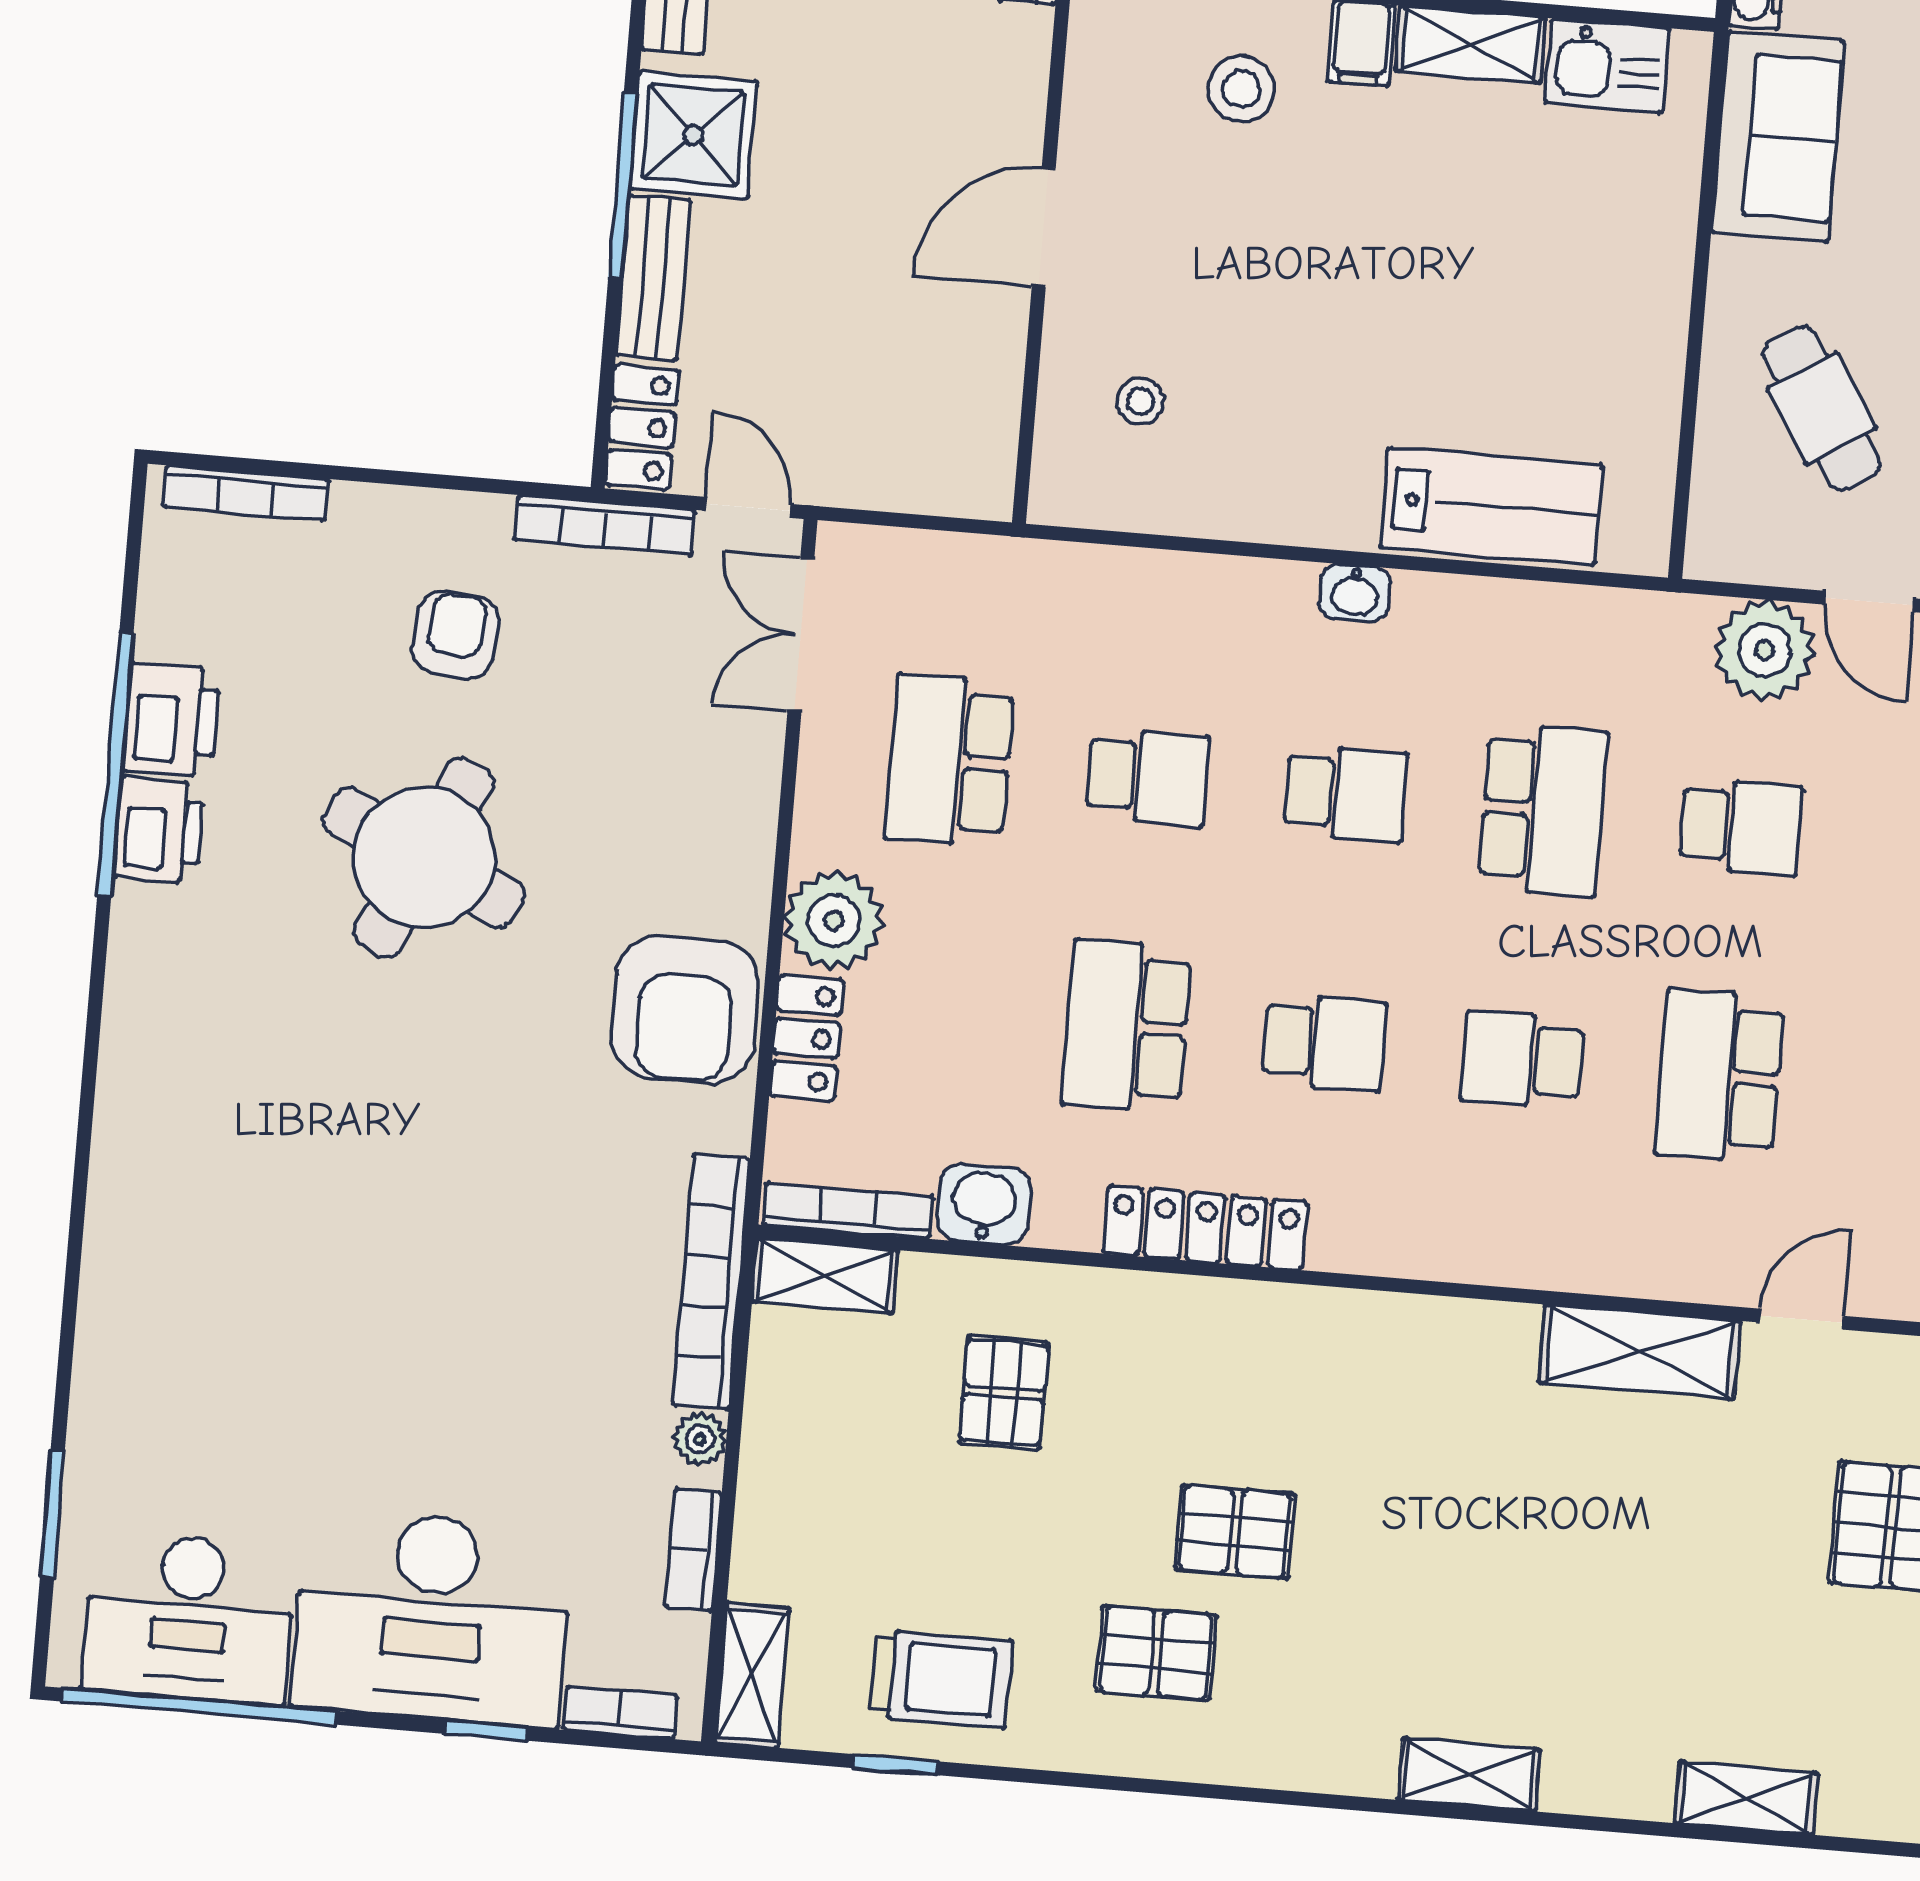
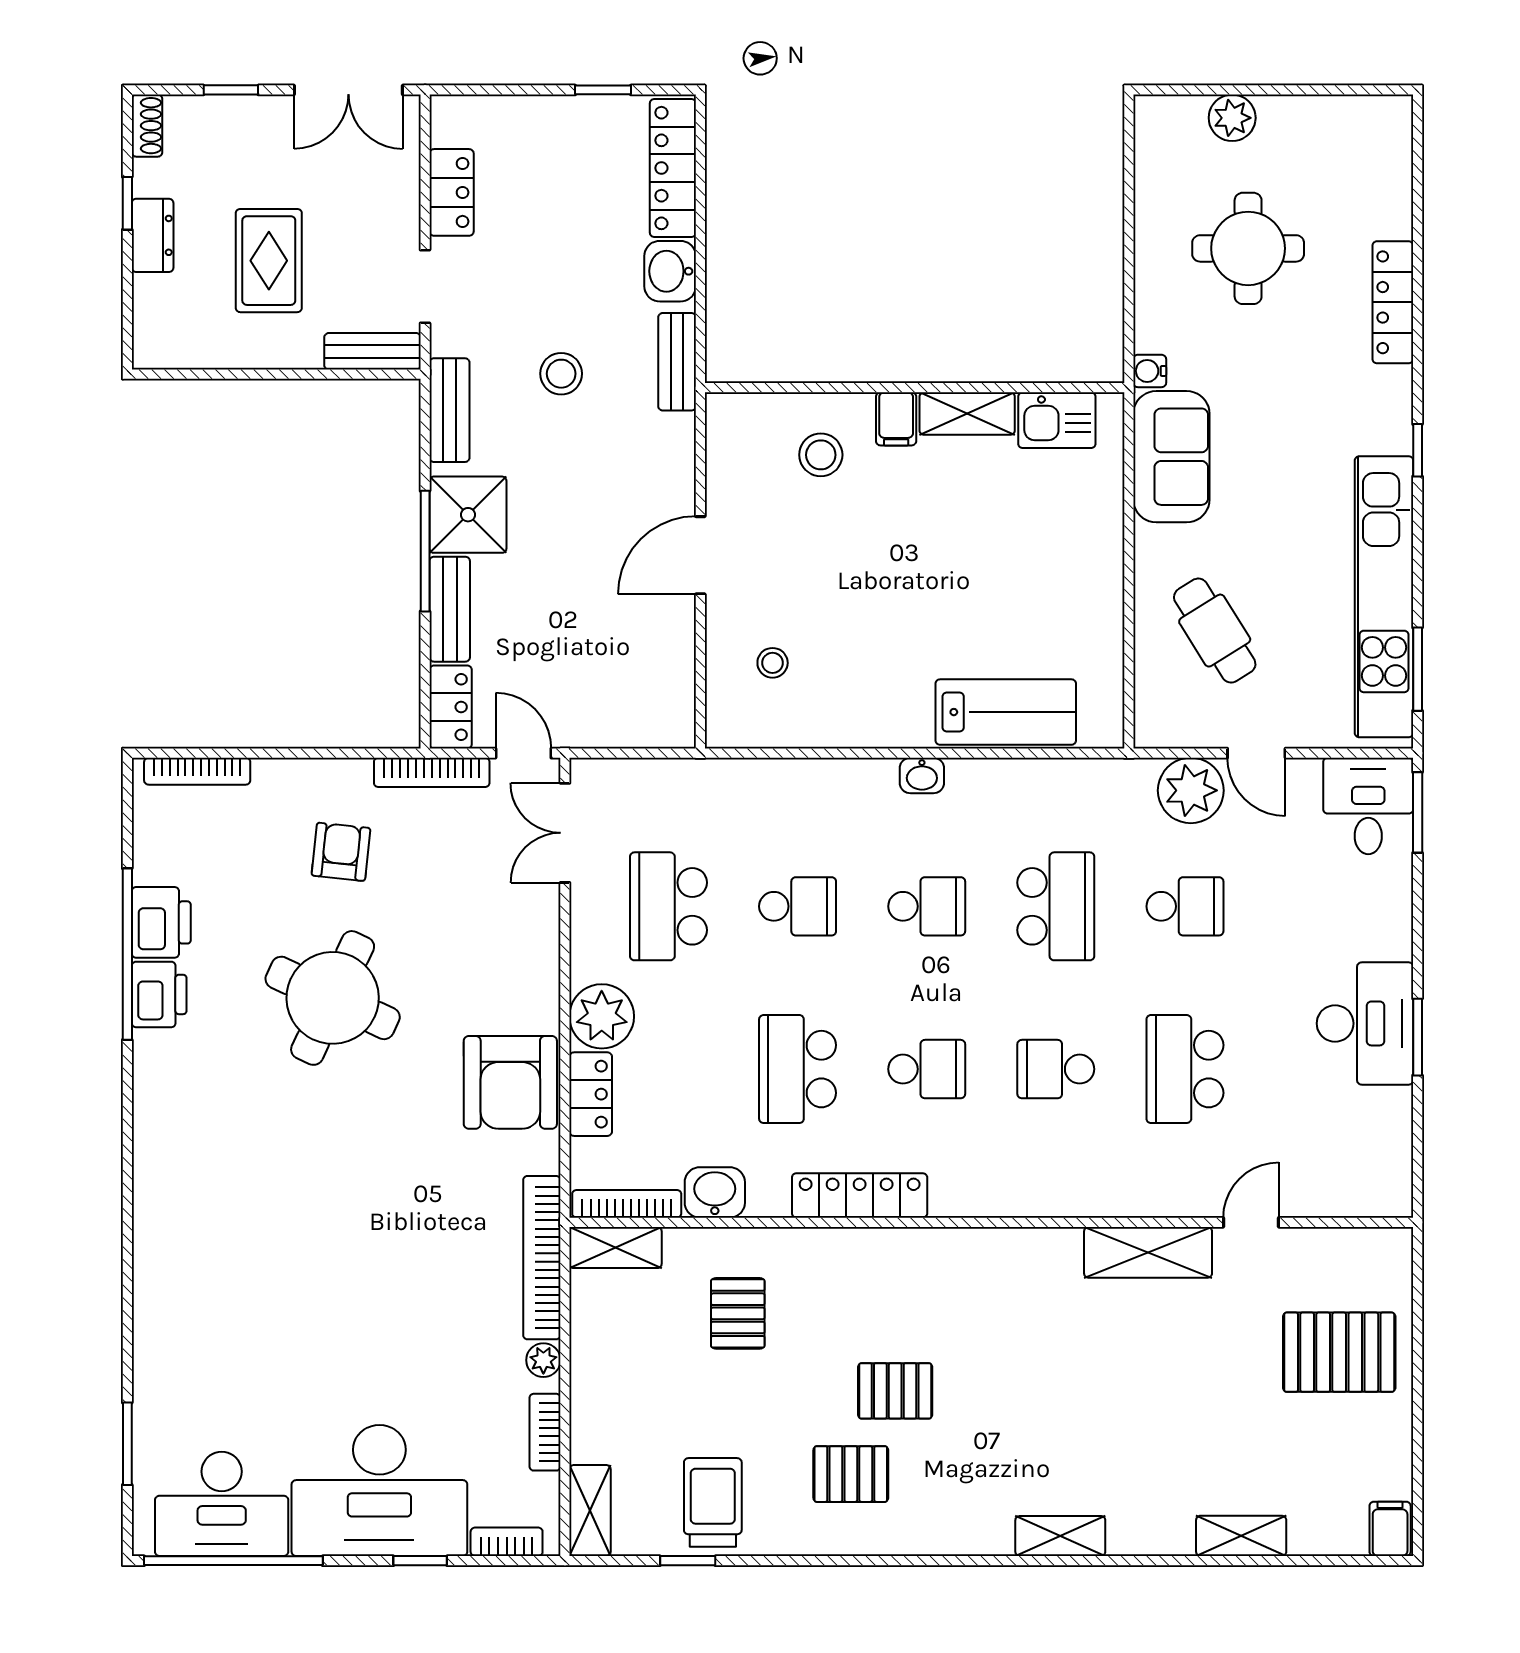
trolley: (941, 1679) -> (713, 1502), turned -90

